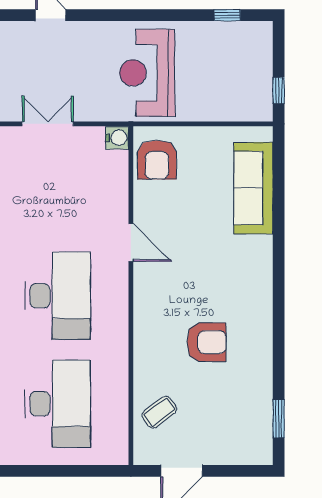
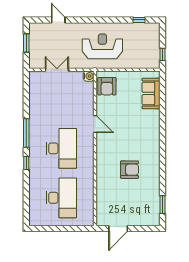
reception desk: (147, 73) -> (102, 46), turned 90
sofa: (253, 188) -> (151, 93), width x0.73
coffee table: (159, 412) -> (108, 202), removed

